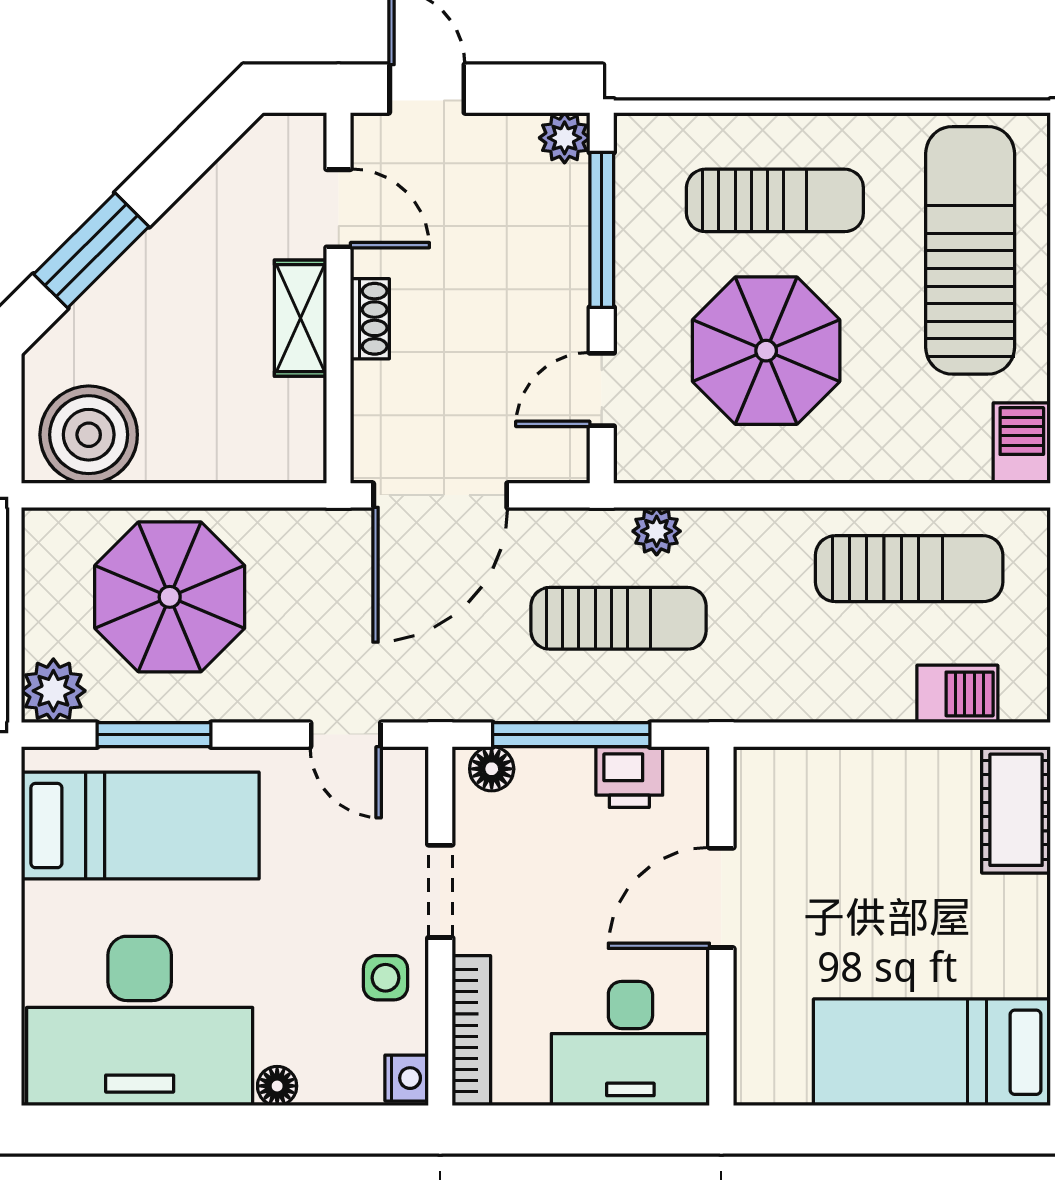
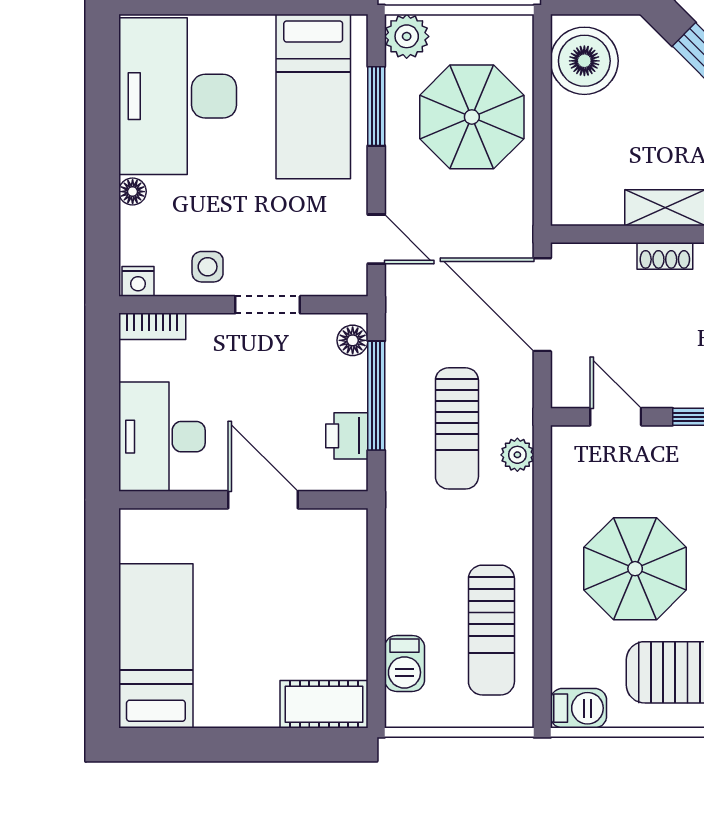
parasol: (766, 351) -> (635, 569), moved
door: (346, 735) -> (376, 239), swing flipped
bookcase: (471, 1031) -> (152, 326), width x0.64

